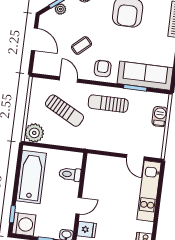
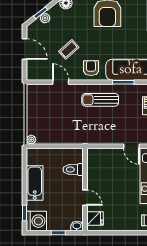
sun lounger: (64, 111) -> (61, 111), removed
plant: (34, 133) -> (31, 140), width x0.53, depth x0.53
bathtub: (31, 177) -> (35, 183), width x0.73, depth x0.73
door: (79, 206) -> (85, 198), hinge flipped

